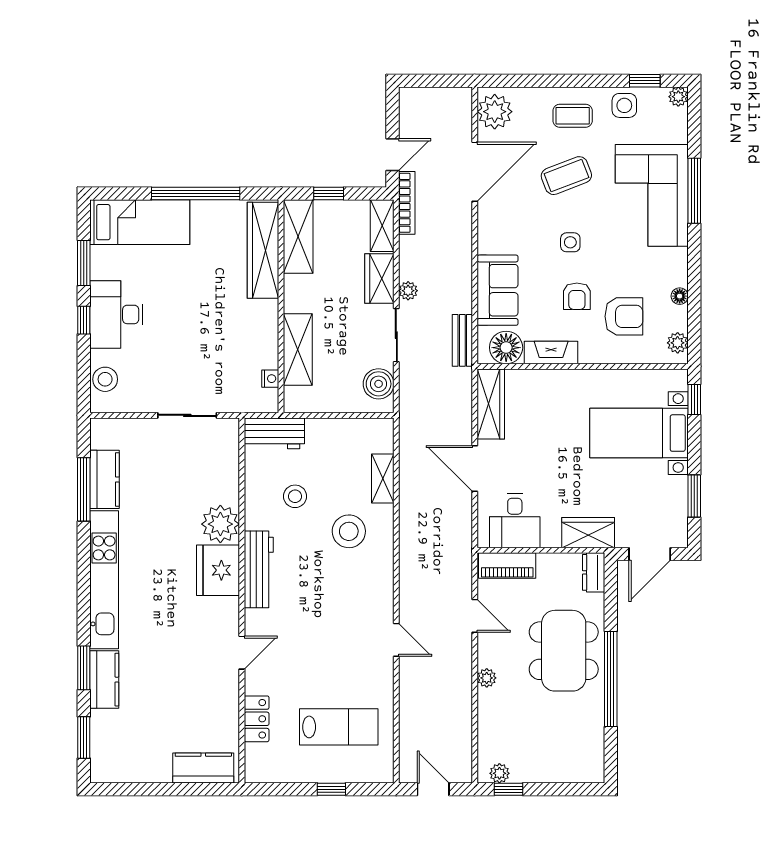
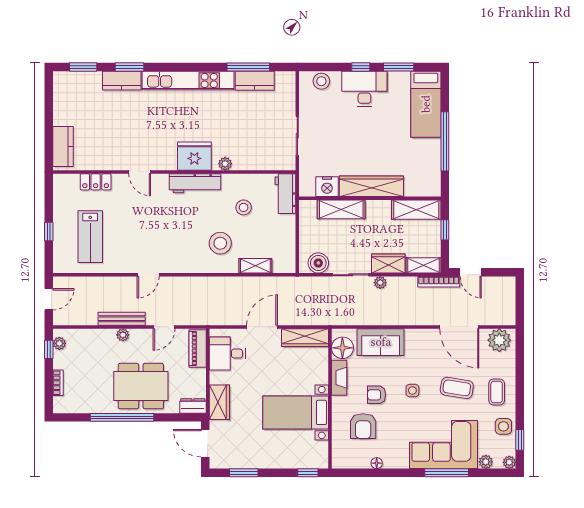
coffee table: (566, 176) -> (457, 388), turned -60
wardrobe: (263, 250) -> (371, 186), moved
bench: (462, 340) -> (122, 319), moved, width x1.36
plant: (678, 343) -> (486, 462), moved
nightstand: (270, 379) -> (327, 187), width x1.89, depth x1.79
bed with nightstands: (639, 433) -> (296, 412), moved, turned -90
plant: (220, 524) -> (225, 164), width x0.53, depth x0.53
bookcase: (559, 775) -> (58, 383), added

